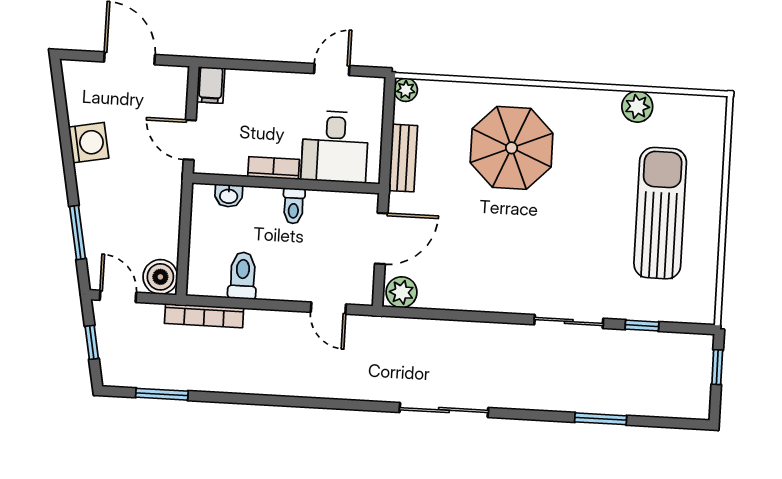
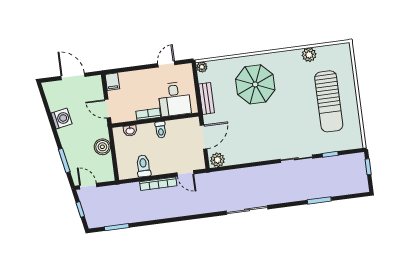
sun lounger: (660, 213) -> (329, 101), turned 180
boiler: (160, 277) -> (102, 147), moved
bookcase: (204, 316) -> (158, 184), moved

